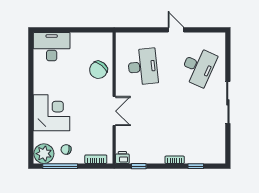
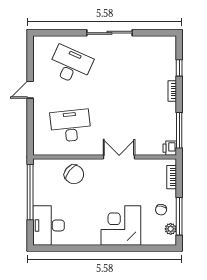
window: (82, 30) -> (30, 192), added
plant: (44, 154) -> (171, 229), width x0.53, depth x0.53
window: (139, 166) -> (179, 130), width x2.17

